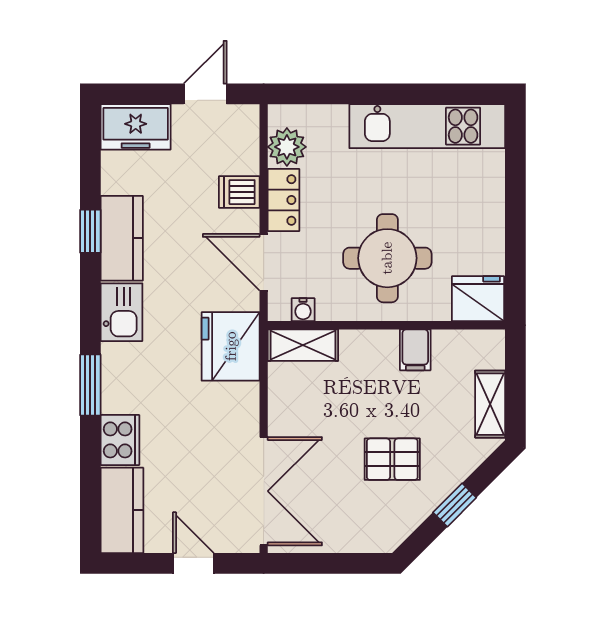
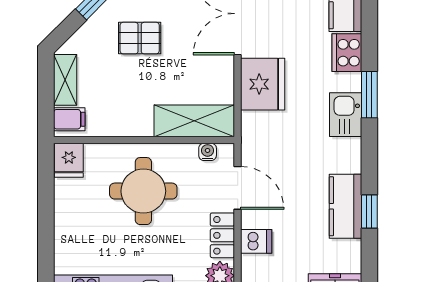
fridge: (478, 299) -> (69, 160), width x0.72
kitchen sink: (122, 312) -> (346, 115), moved
shelving: (303, 345) -> (194, 121), width x1.50, depth x1.33
fridge: (231, 346) -> (263, 84), moved
filing cabinet: (415, 350) -> (69, 119), moved, turned 90

